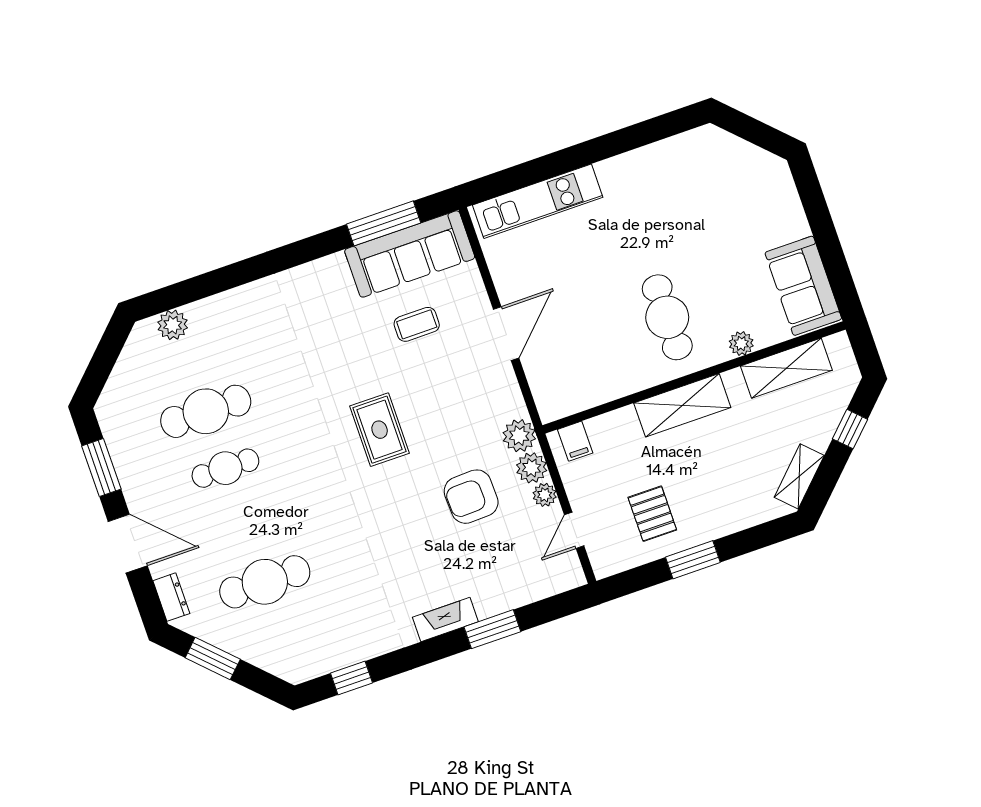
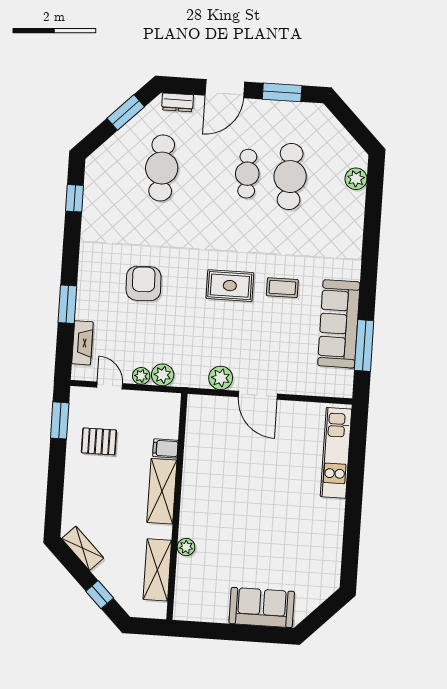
sofa: (410, 254) -> (339, 324), moved
sofa: (803, 286) -> (262, 607), moved
cafe table: (667, 317) -> (224, 506), removed
coffee table: (417, 324) -> (282, 288), moved, turned 90
plant: (519, 436) -> (221, 378), moved
filing cabinet: (575, 441) -> (165, 448), moved
armchair: (471, 497) -> (144, 283), moved
window: (693, 560) -> (60, 420), moved
fireplace: (445, 619) -> (82, 343), moved

